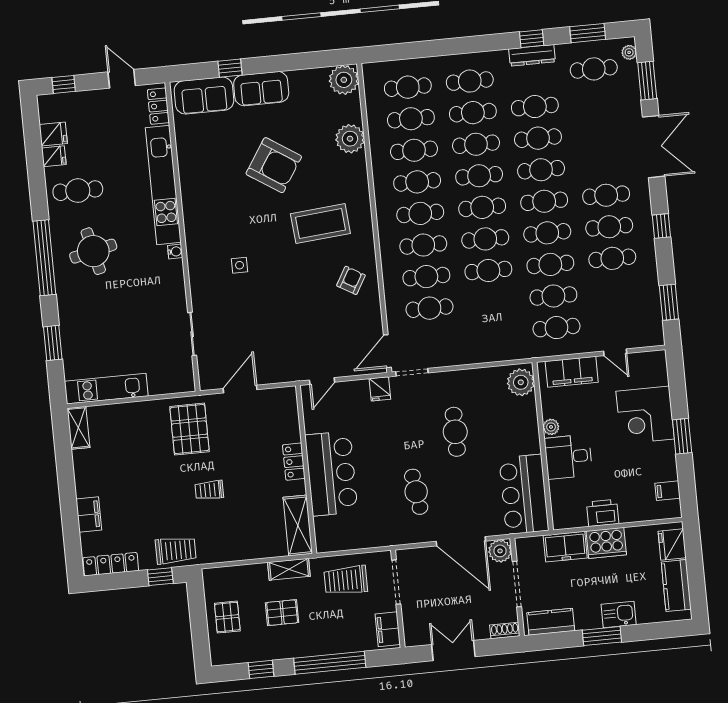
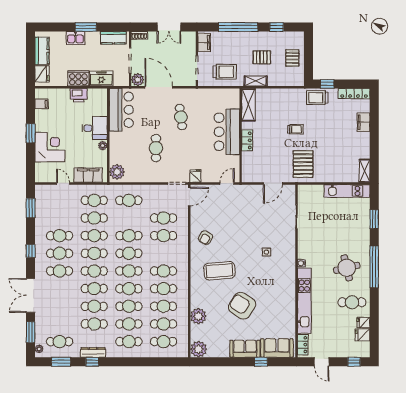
cafe table: (423, 245) -> (129, 200), moved

